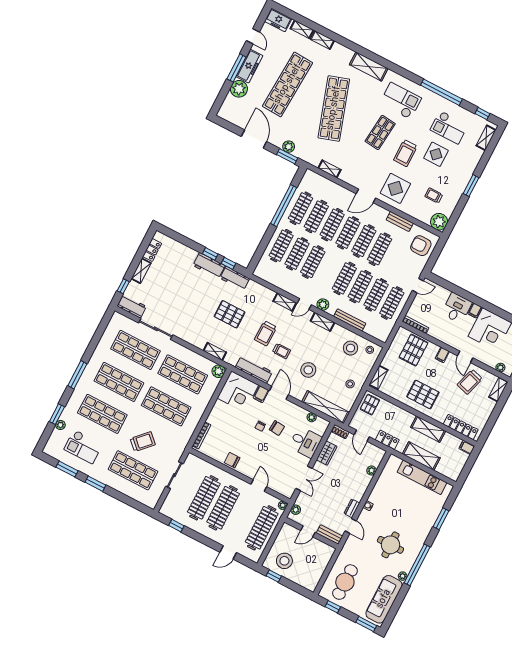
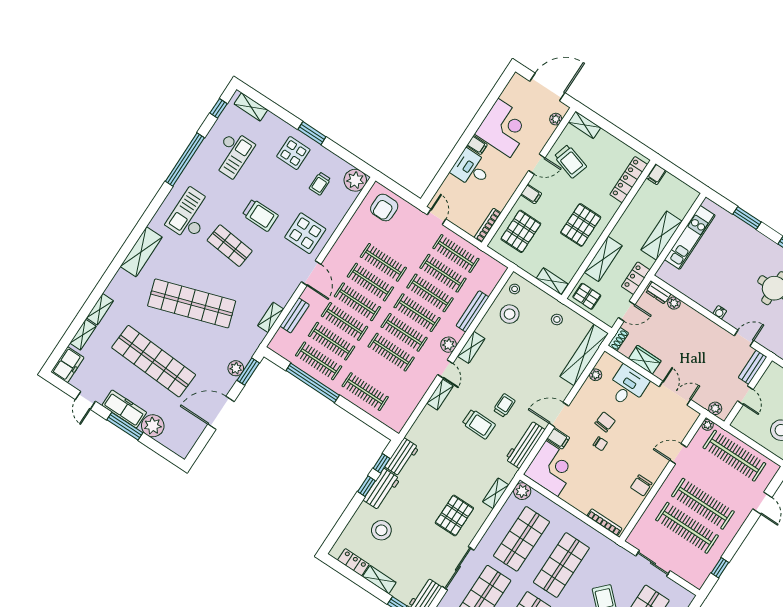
door: (253, 36) -> (85, 400), swing flipped
display table: (436, 154) -> (293, 153), moved
bench: (400, 221) -> (295, 315), moved
clothes rail: (297, 254) -> (404, 332), moved
pallet: (230, 314) -> (454, 515), moved
pallet: (414, 350) -> (521, 231), turned 90
stool: (308, 370) -> (381, 530), moved
shelving: (428, 429) -> (603, 259), moved
dresser: (352, 508) -> (658, 293), moved

